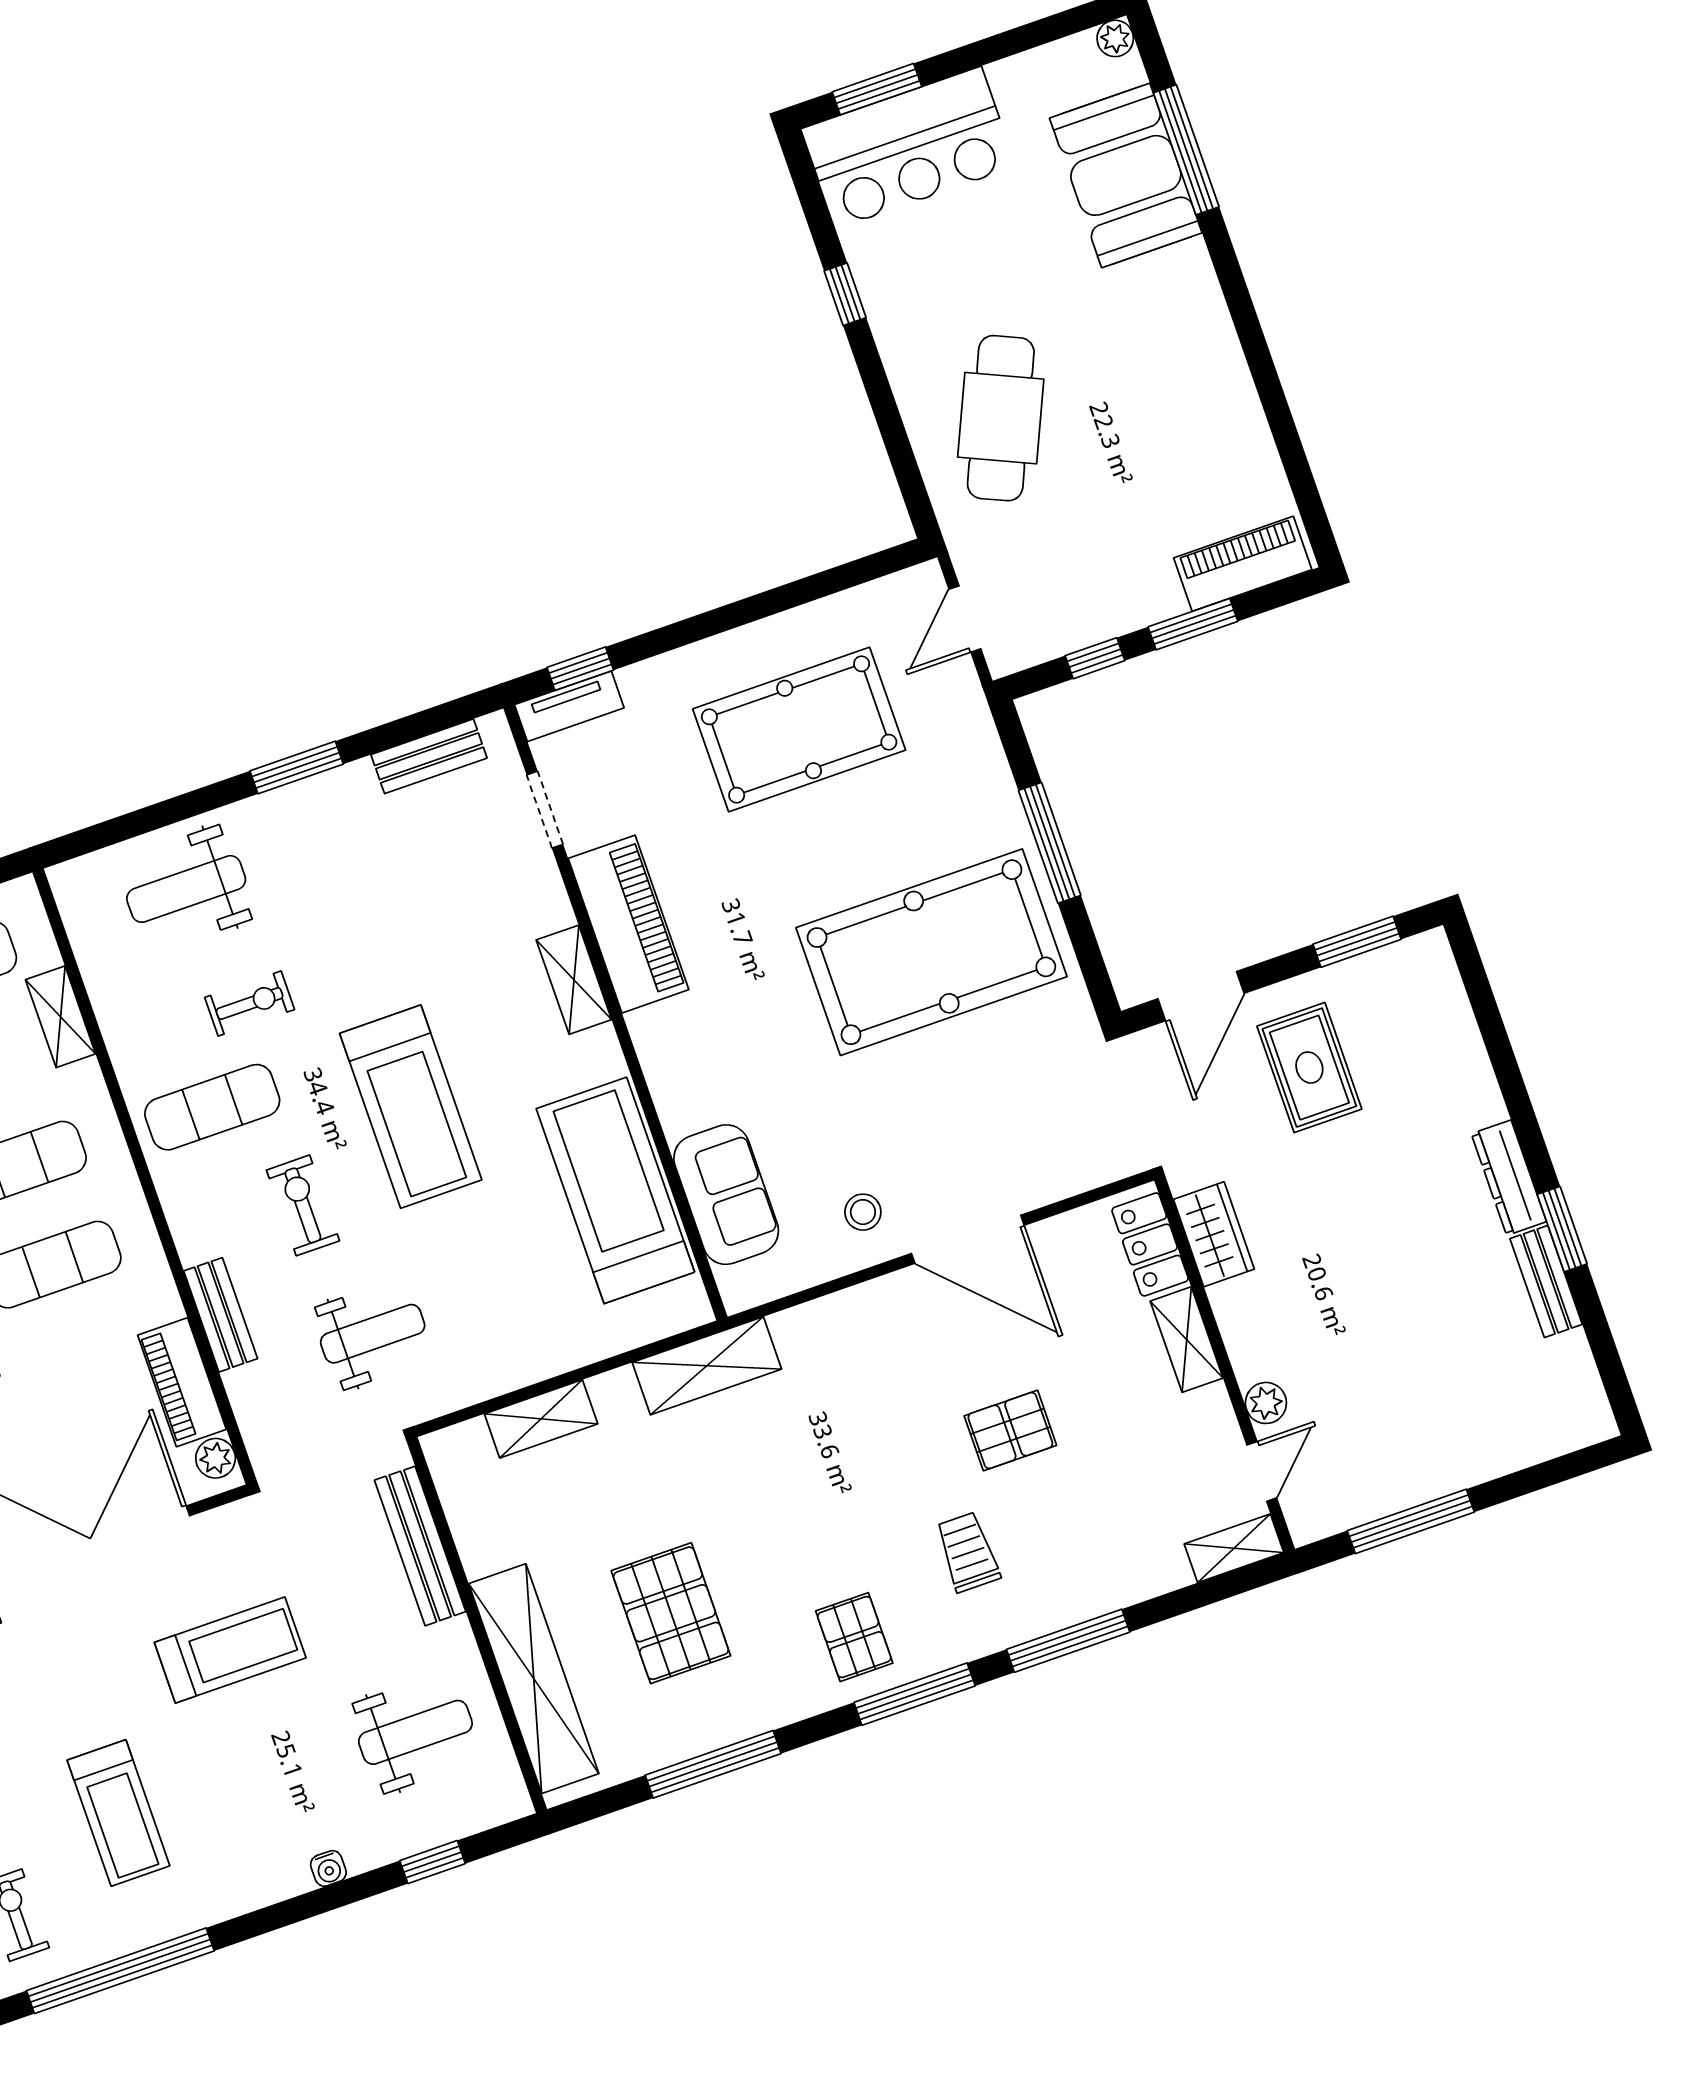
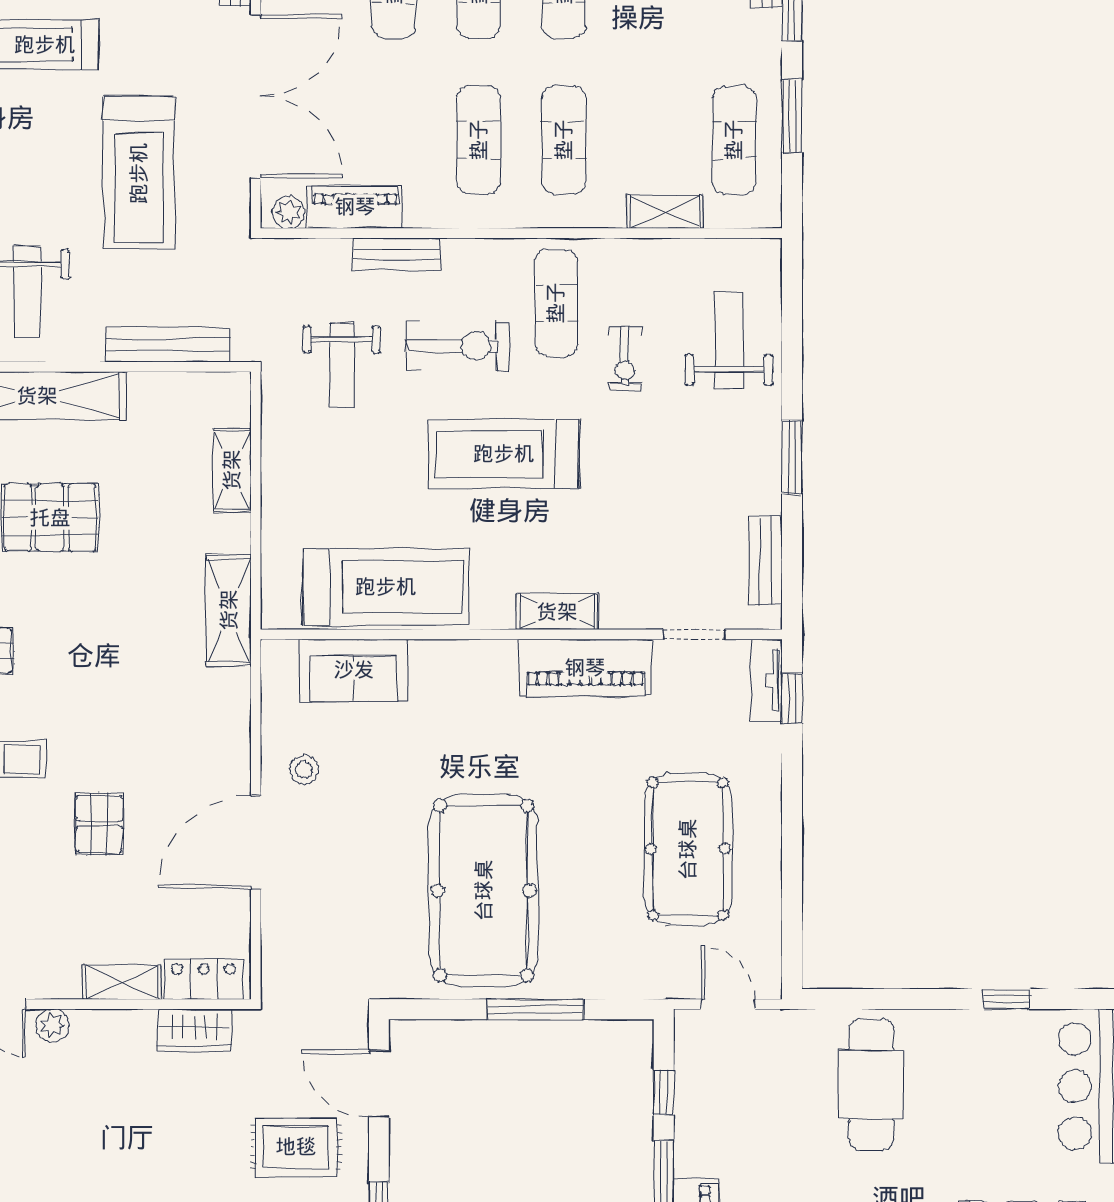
cafe table: (1001, 418) -> (871, 1085), turned 66
exercise bike: (303, 1205) -> (457, 346), width x1.38, depth x1.39
treadmill: (230, 1650) -> (139, 173), width x1.37, depth x1.37

